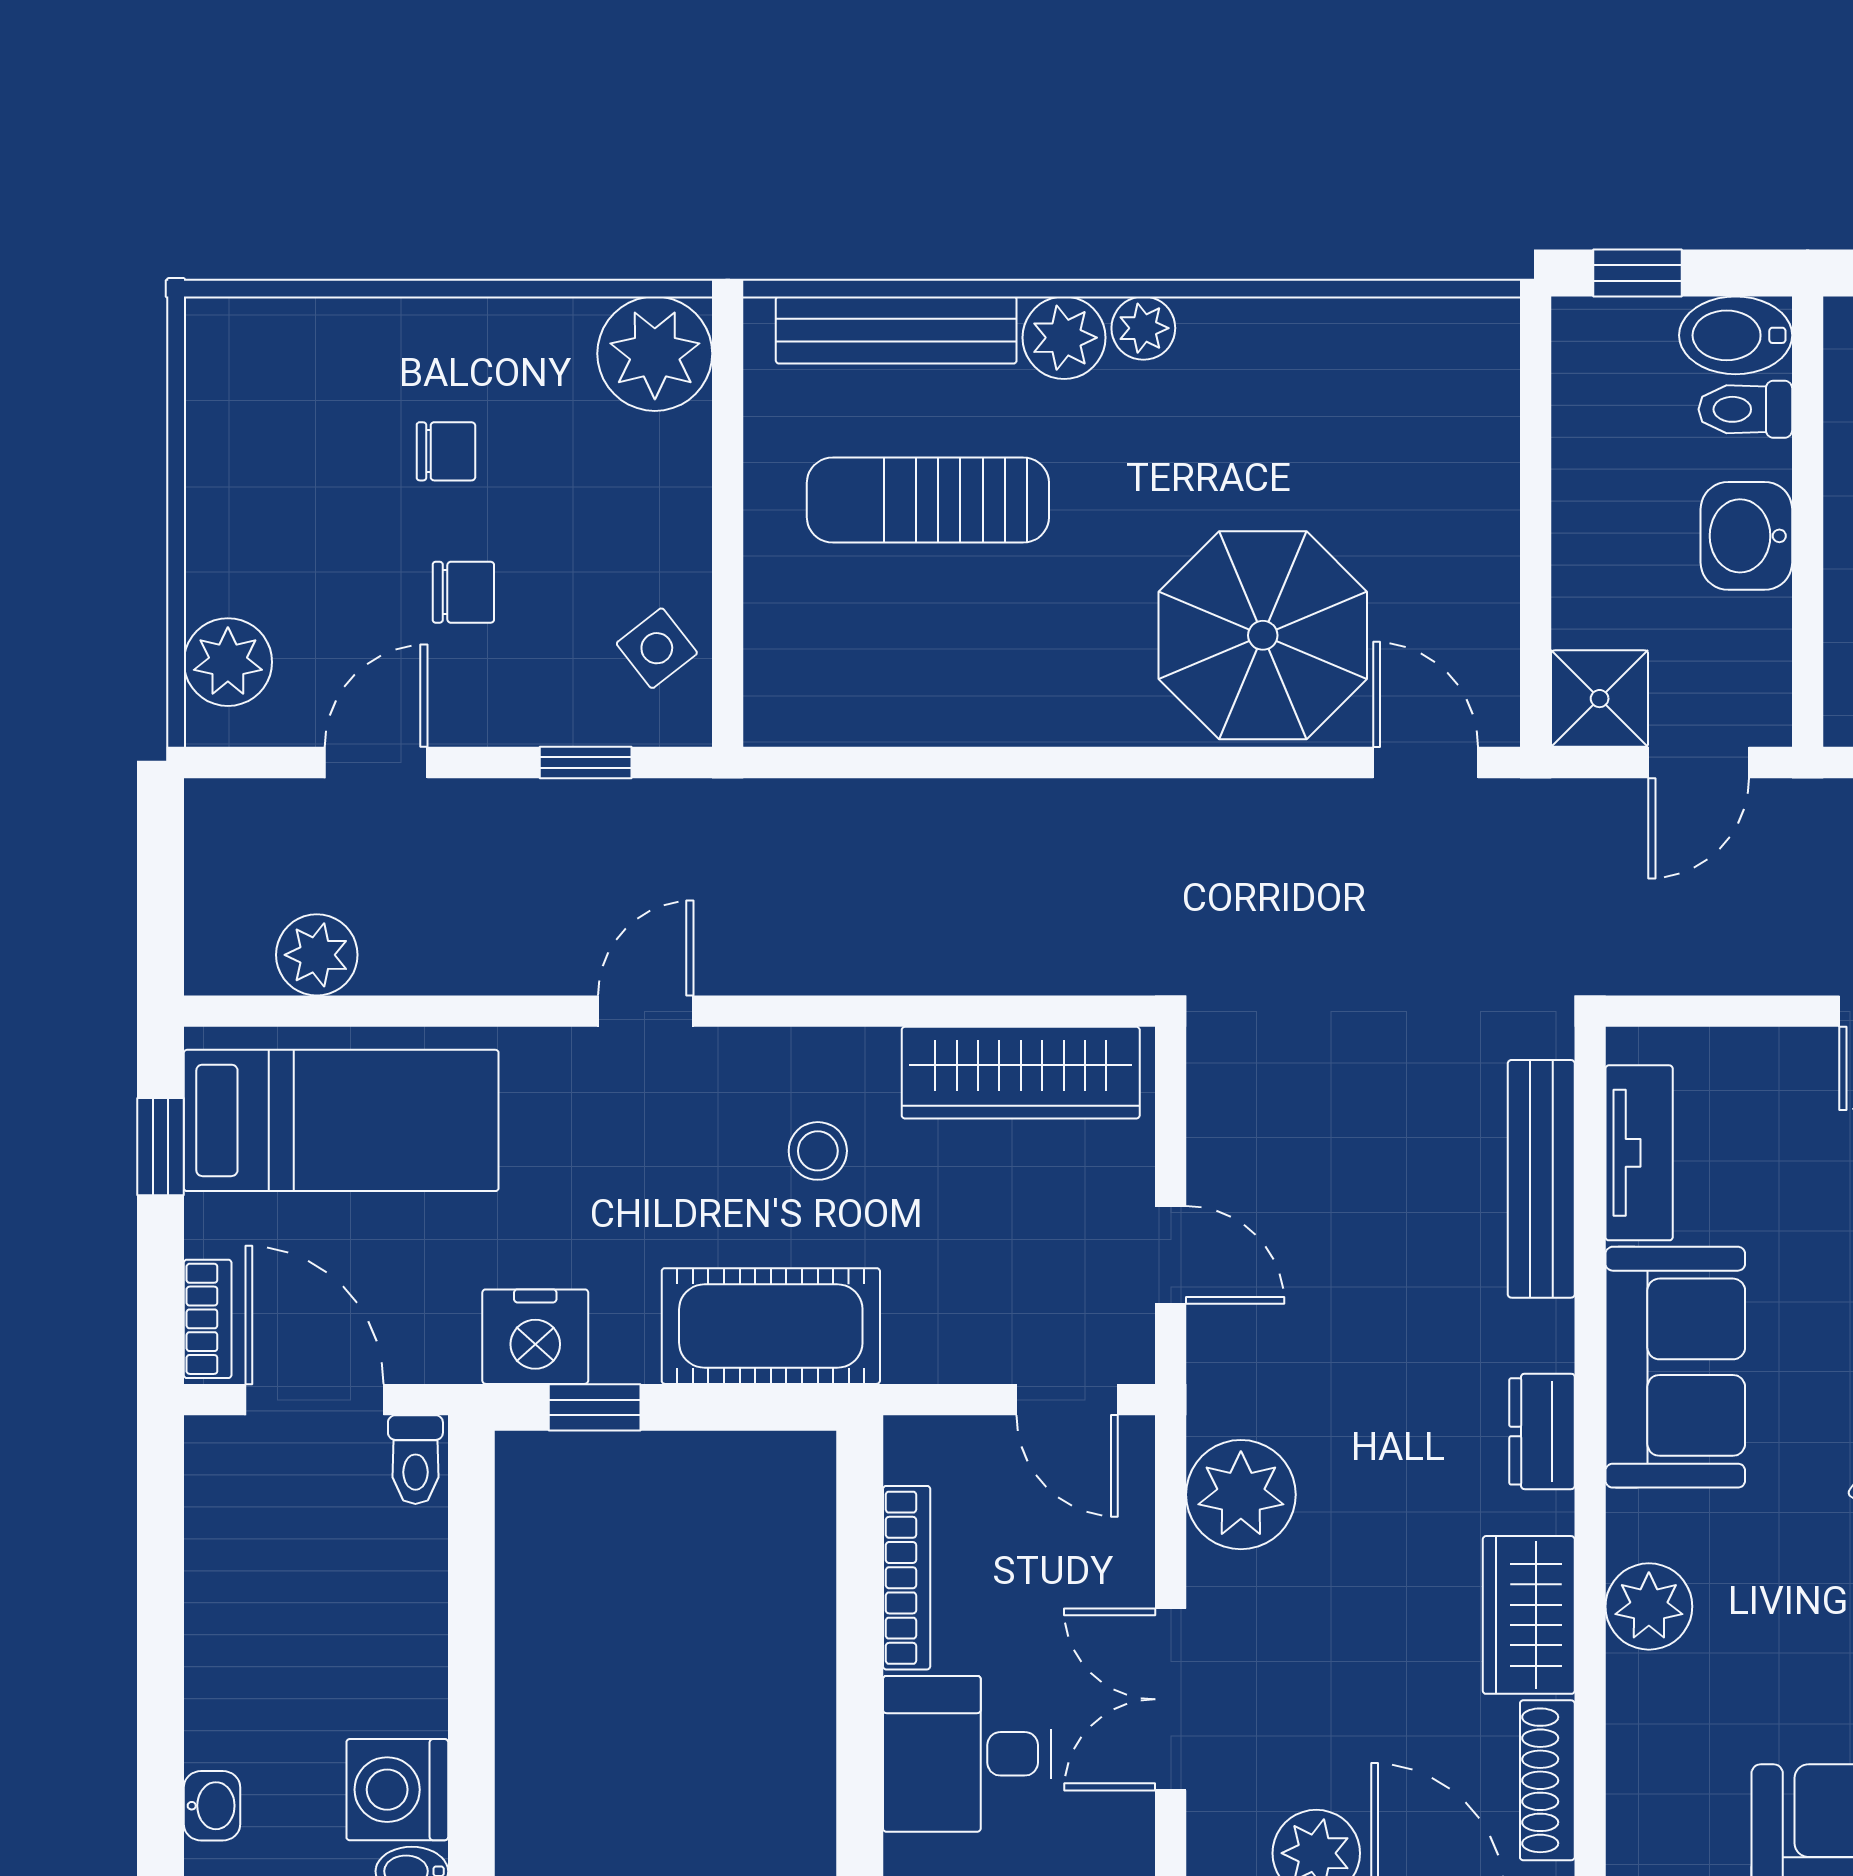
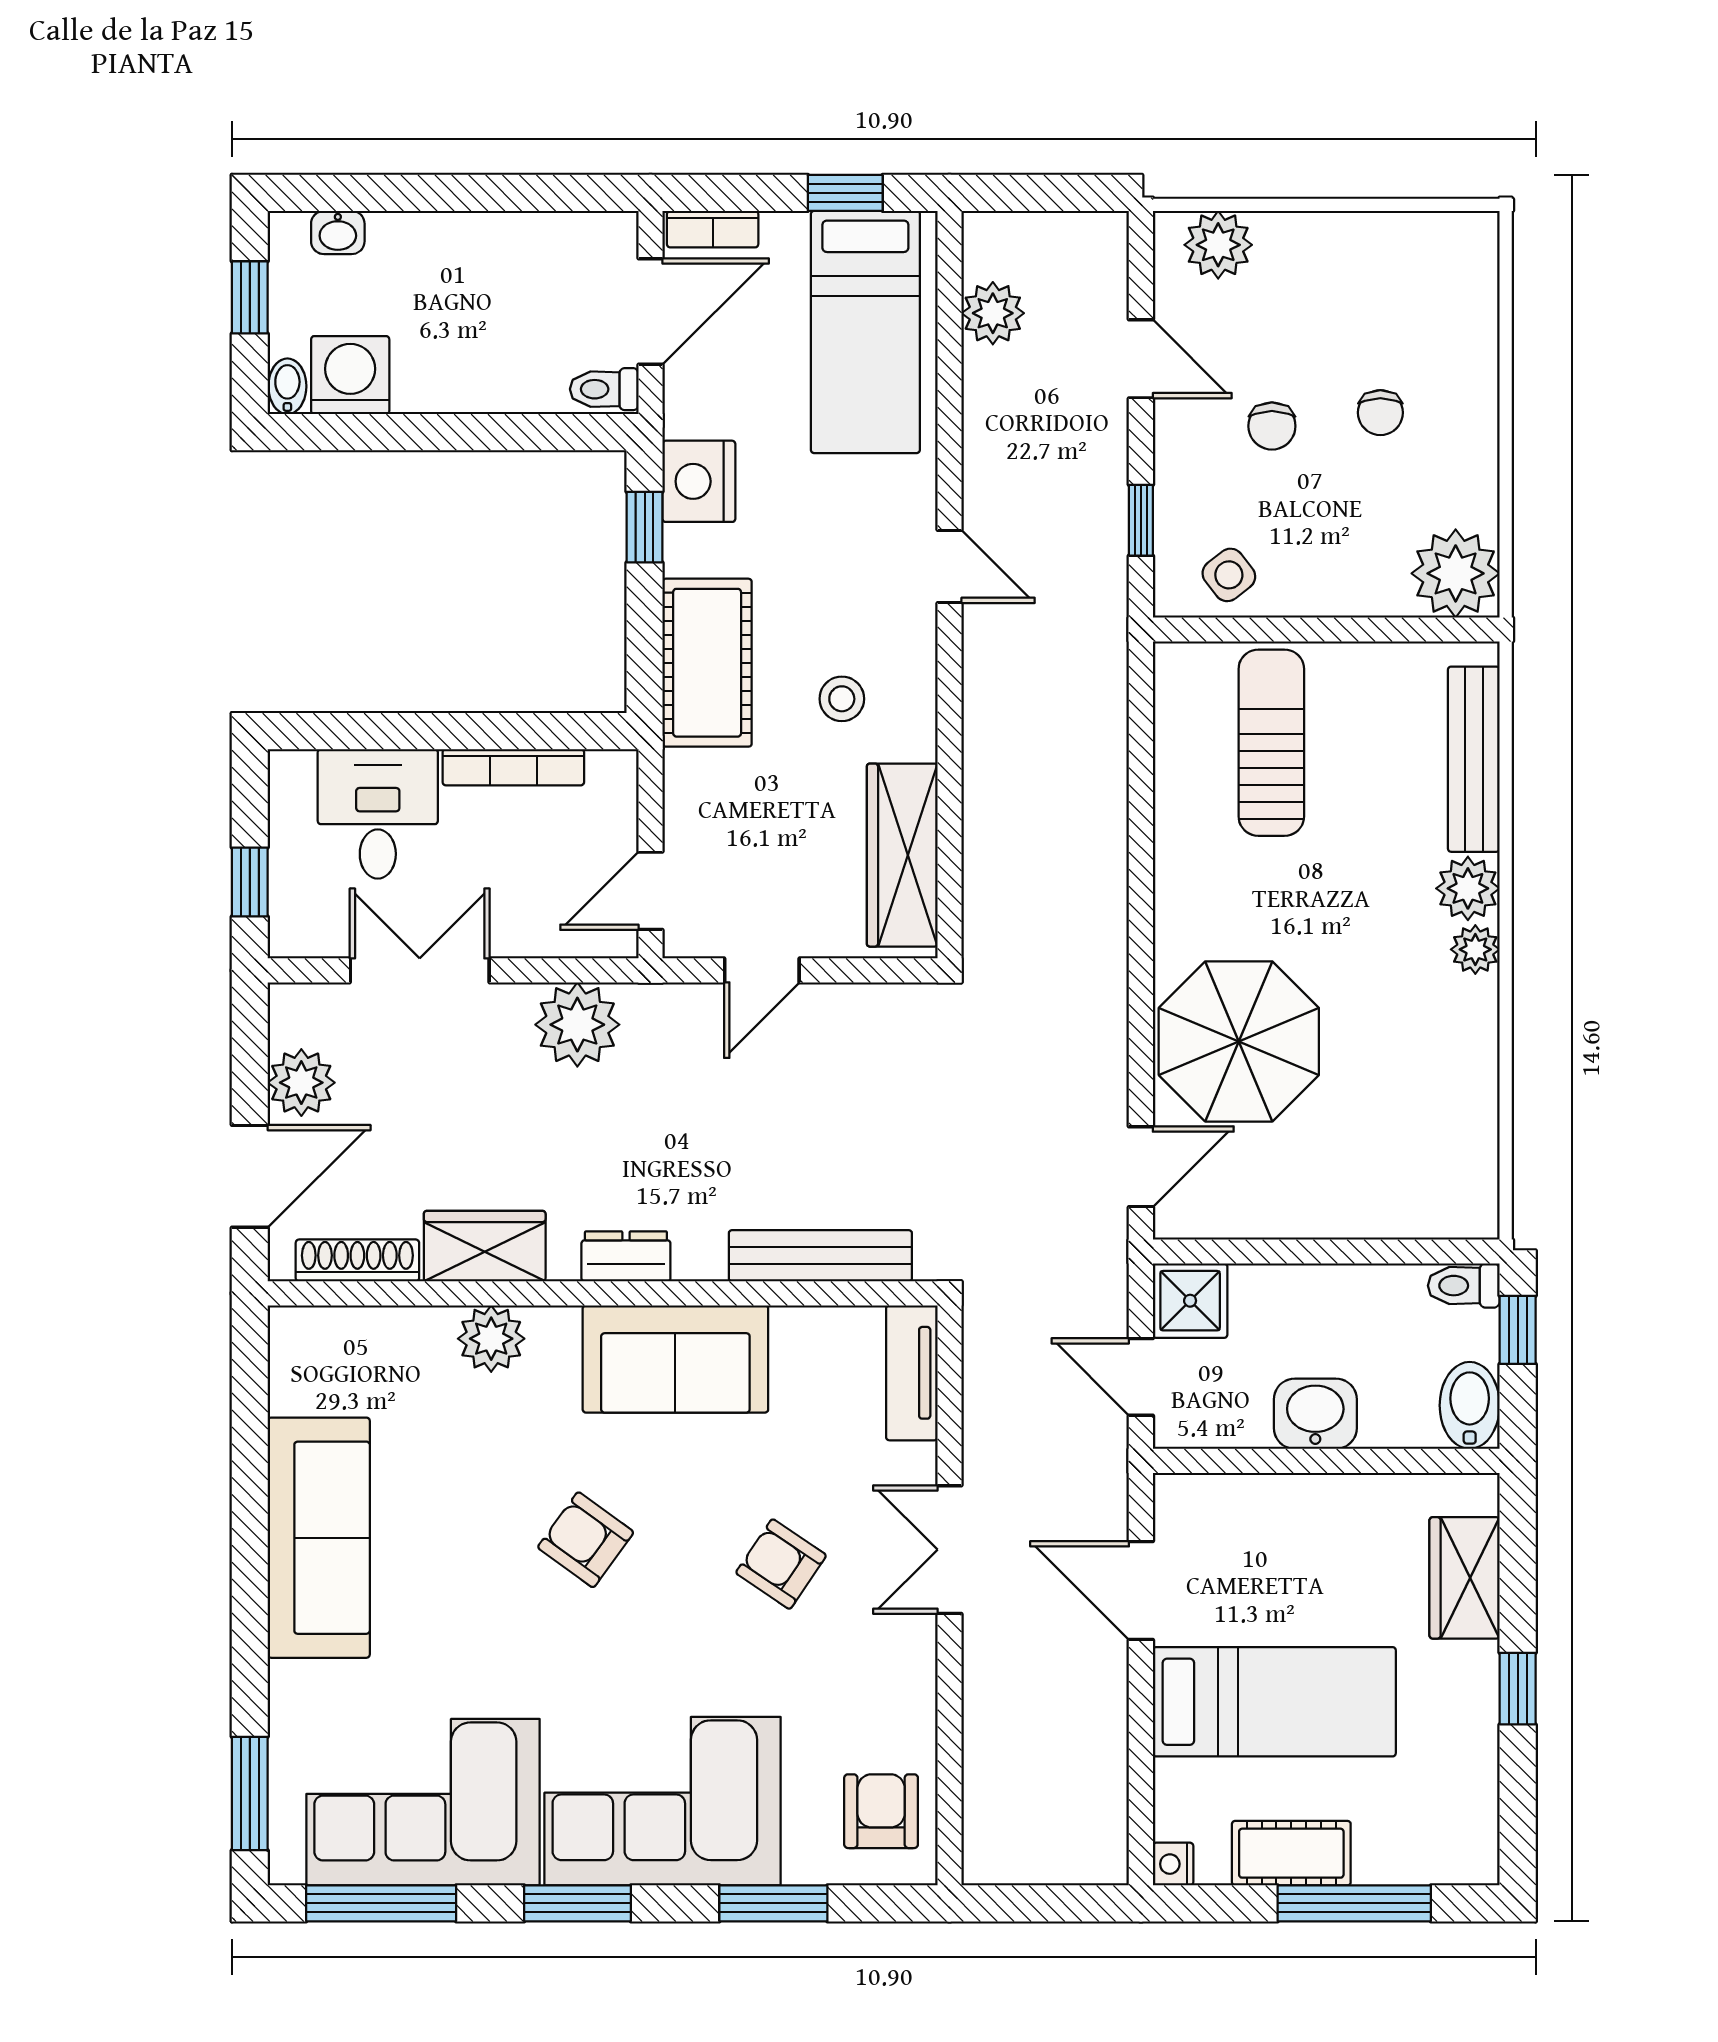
toilet: (1745, 409) -> (1464, 1286), moved, turned -90
sun lounger: (928, 500) -> (1271, 743), moved
tv unit: (1639, 1153) -> (912, 1373), moved, turned 90

